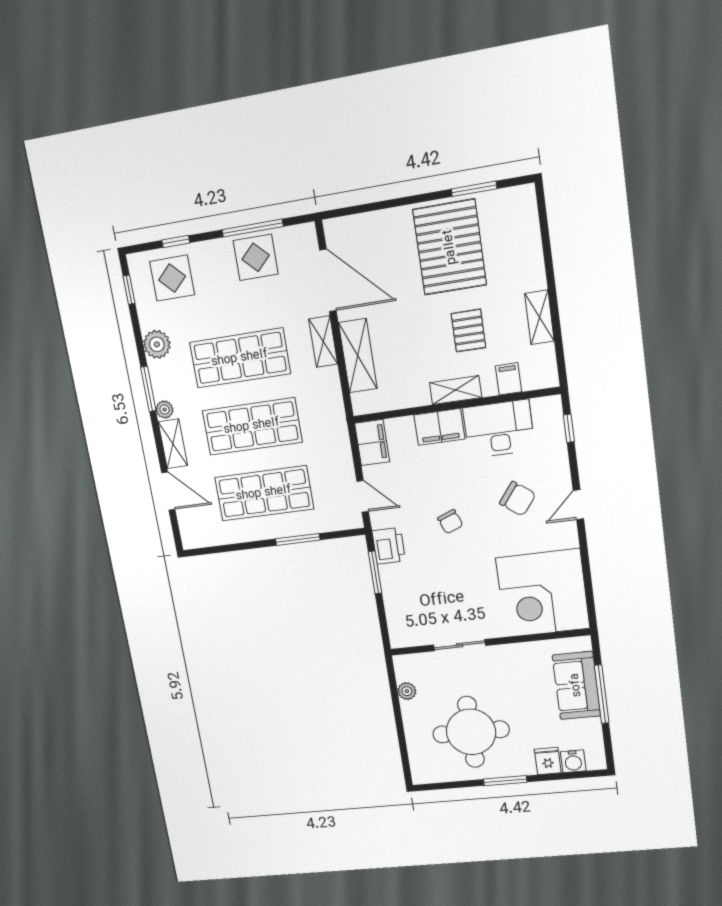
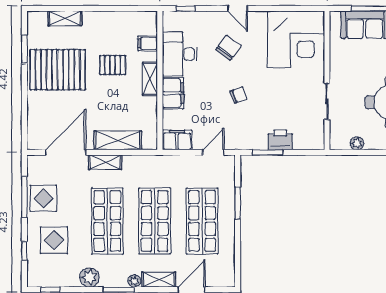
display table: (172, 278) -> (54, 240), moved
shelving: (539, 317) -> (65, 18), moved
printer: (389, 546) -> (280, 140), moved

